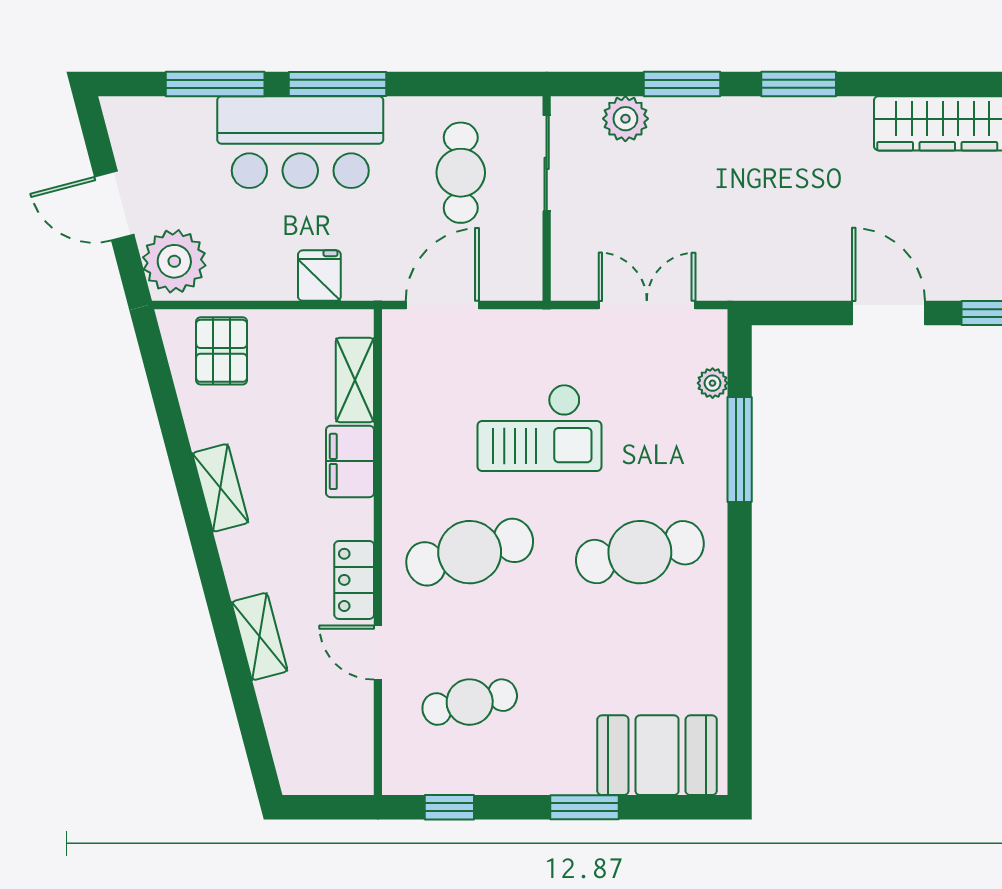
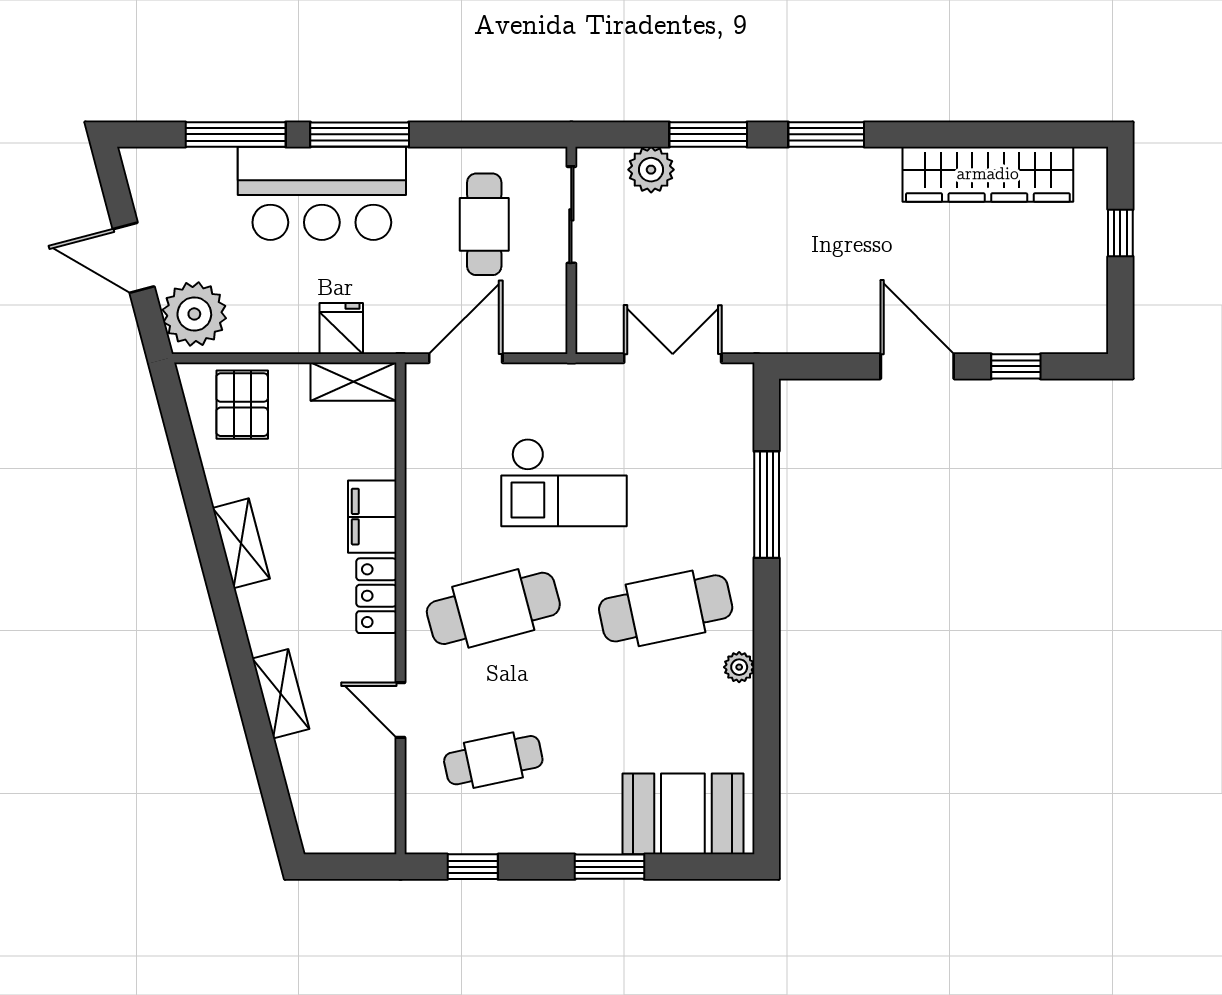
shelving: (355, 380) -> (354, 382), moved, turned 90
plant: (713, 383) -> (739, 667), moved
locker: (354, 580) -> (376, 596), moved

